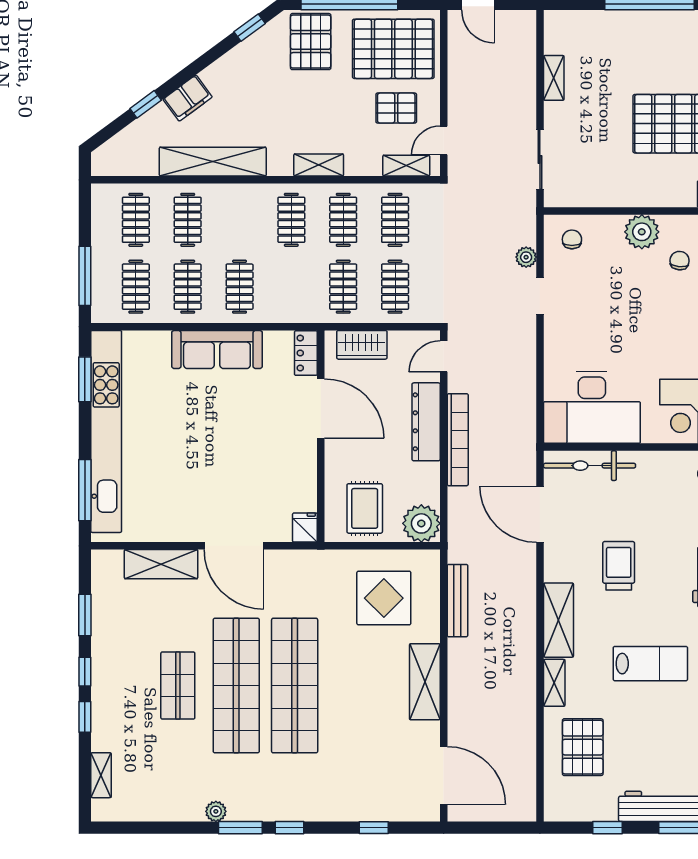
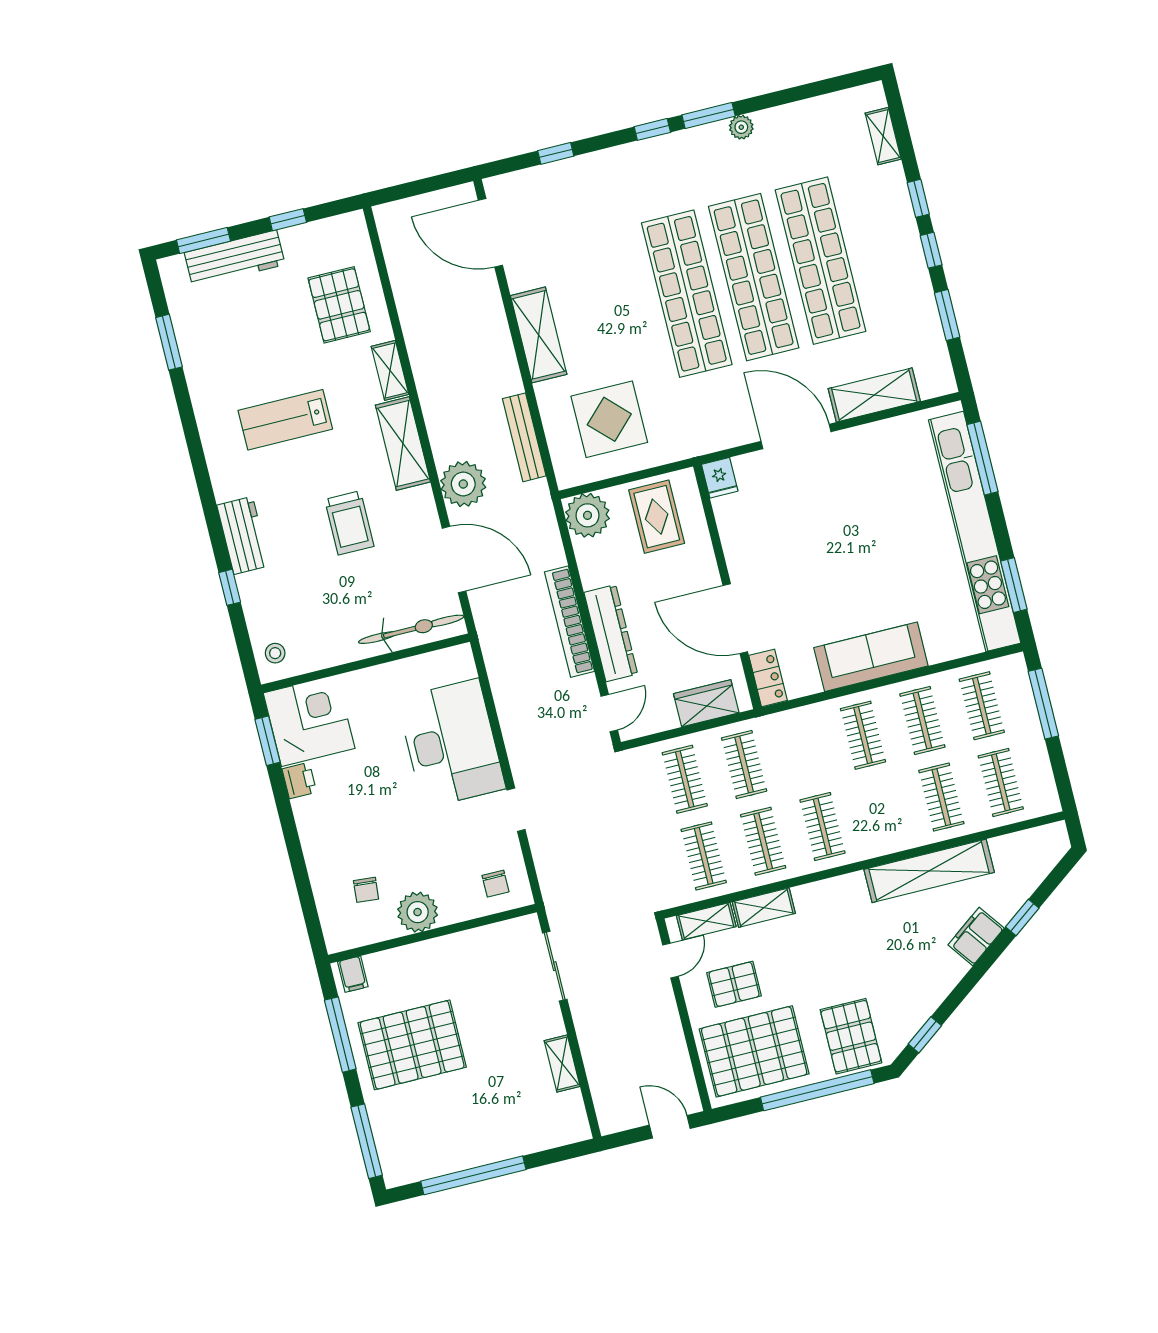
shelving: (319, 165) -> (764, 908), moved
plant: (526, 257) -> (463, 484), moved, width x1.88, depth x1.88
desk: (592, 407) -> (451, 743), moved, turned 90
shop shelf: (178, 686) -> (821, 261), width x2.00, depth x1.36

